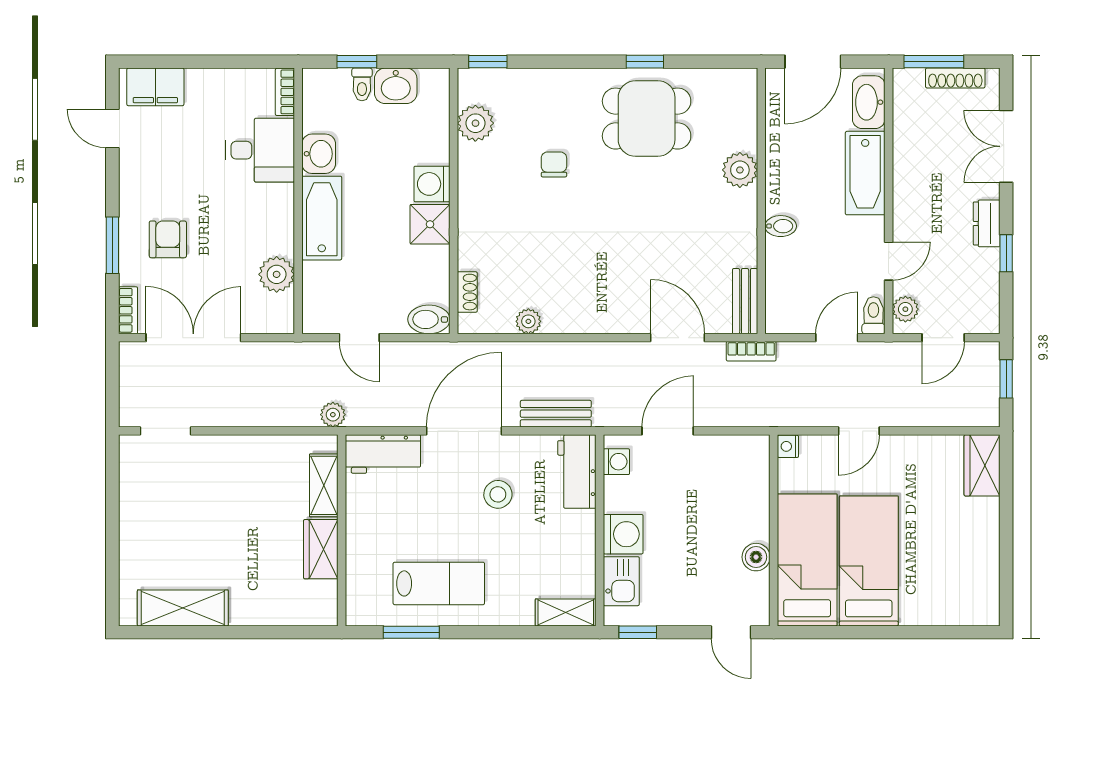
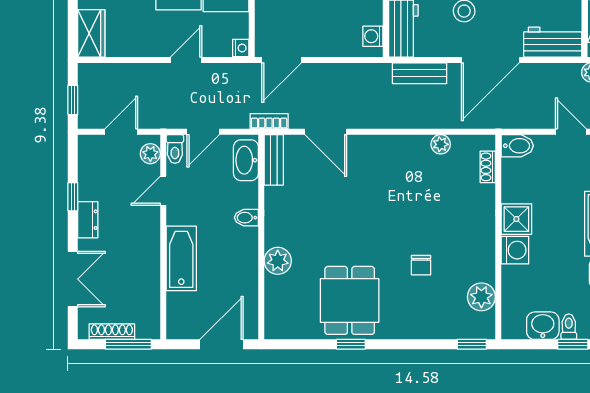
washbasin: (869, 102) -> (246, 160), moved, turned 180
dining table: (647, 119) -> (350, 300), turned 90
door: (668, 431) -> (282, 60), moved

